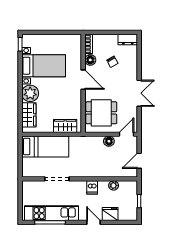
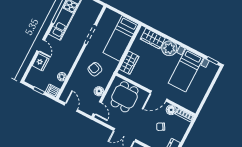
armchair: (89, 157) -> (95, 69), added
dishwasher: (92, 187) -> (53, 91), moved
door: (93, 222) -> (41, 46), hinge flipped

